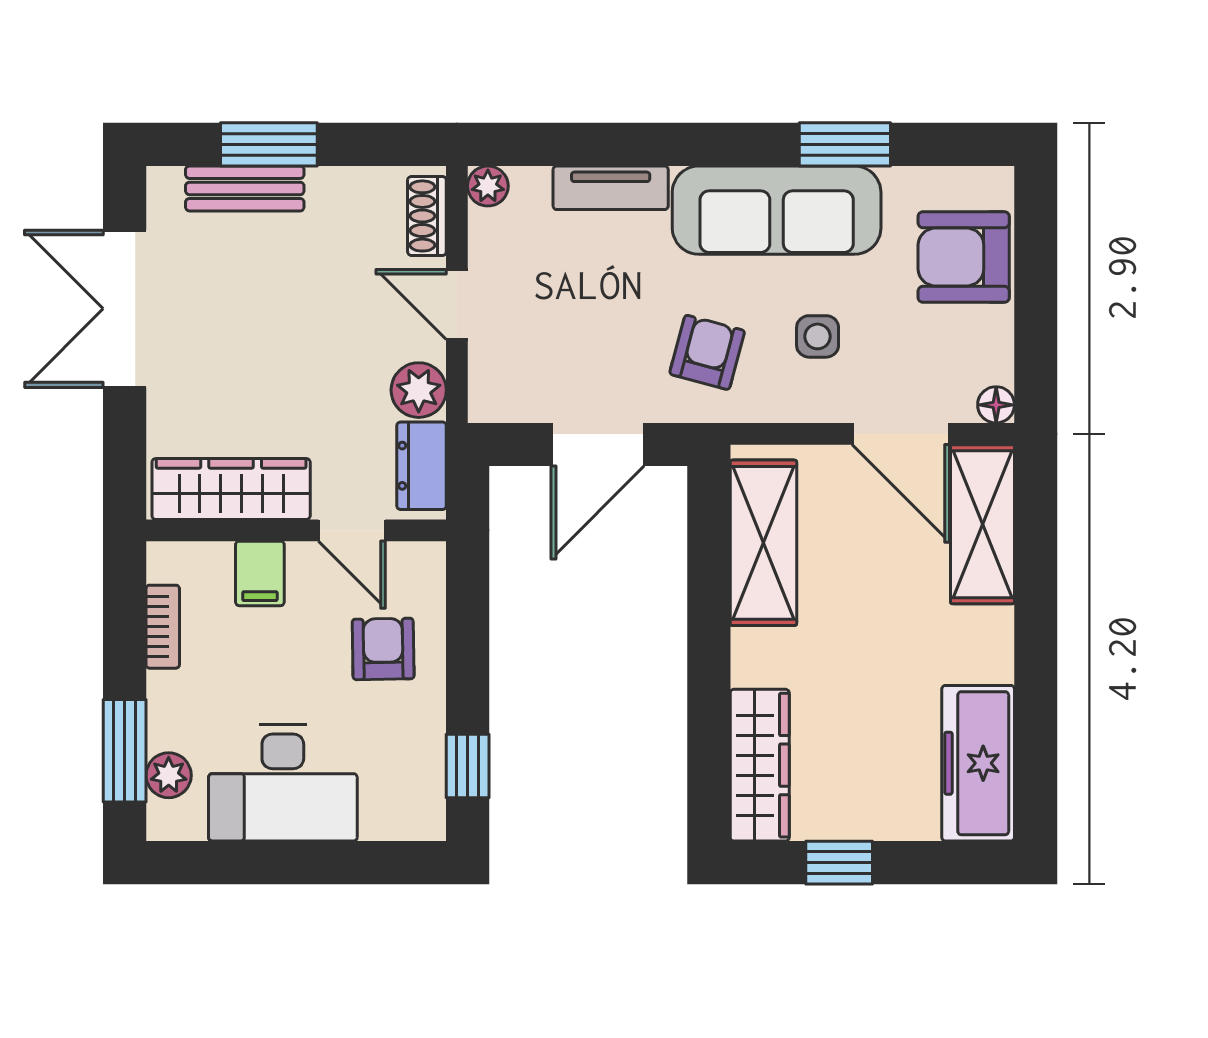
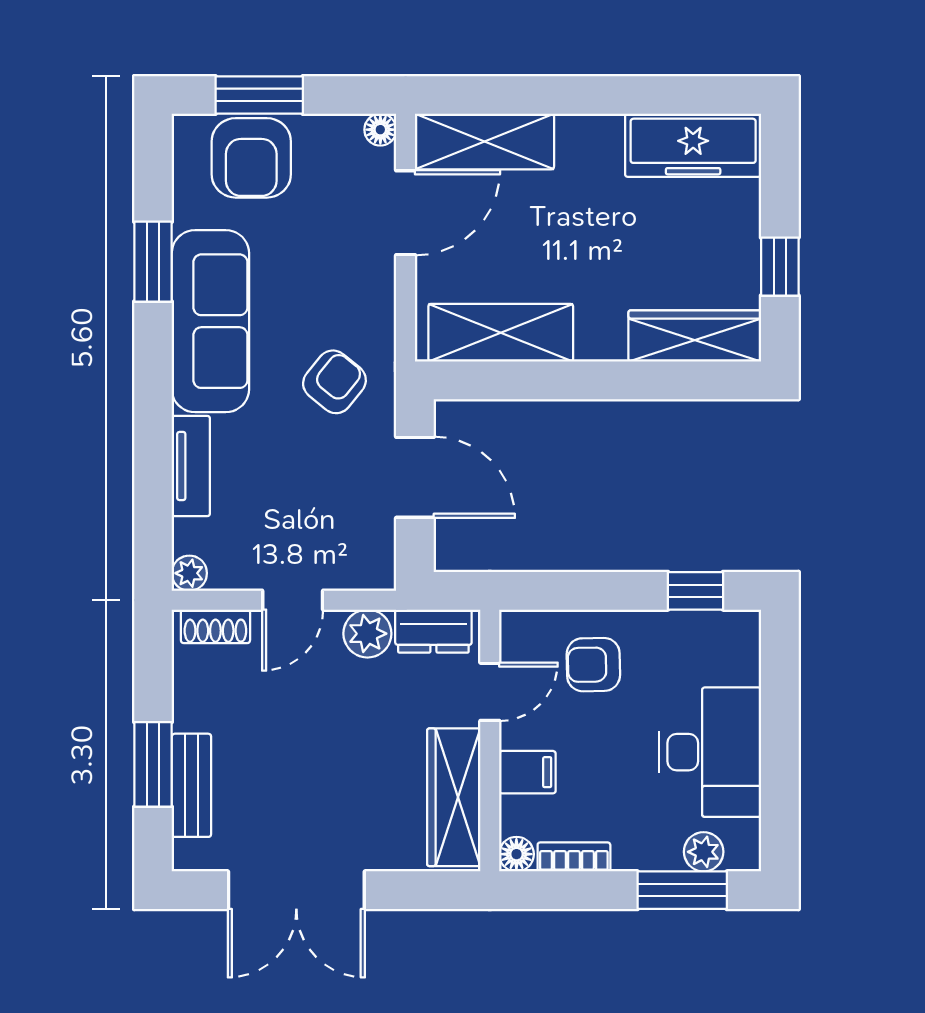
window: (1036, 266) -> (259, 95), added
side table: (818, 336) -> (321, 285), removed
armchair: (707, 352) -> (334, 382), turned 114
floor lamp: (166, 561) -> (516, 854), added

